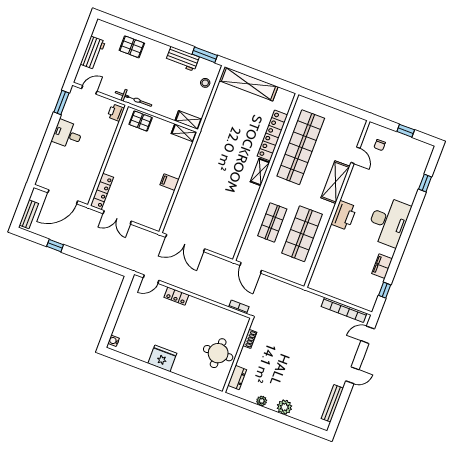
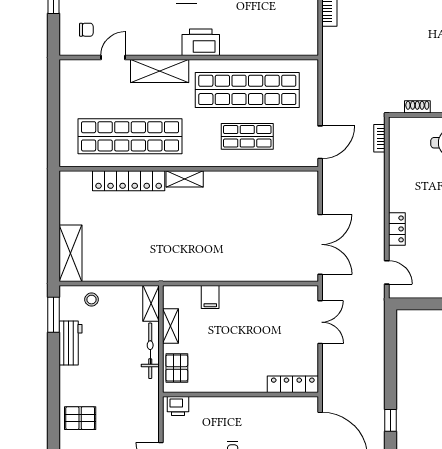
pallet: (132, 47) -> (80, 418), turned 90
shelving: (249, 84) -> (70, 253), width x0.68
bicycle: (134, 99) -> (150, 351), moved
shelving: (184, 133) -> (171, 326), moved
filing cabinet: (170, 182) -> (210, 297), moved
double door: (117, 217) -> (320, 322), moved
shop shelf: (302, 234) -> (247, 90), width x1.40

